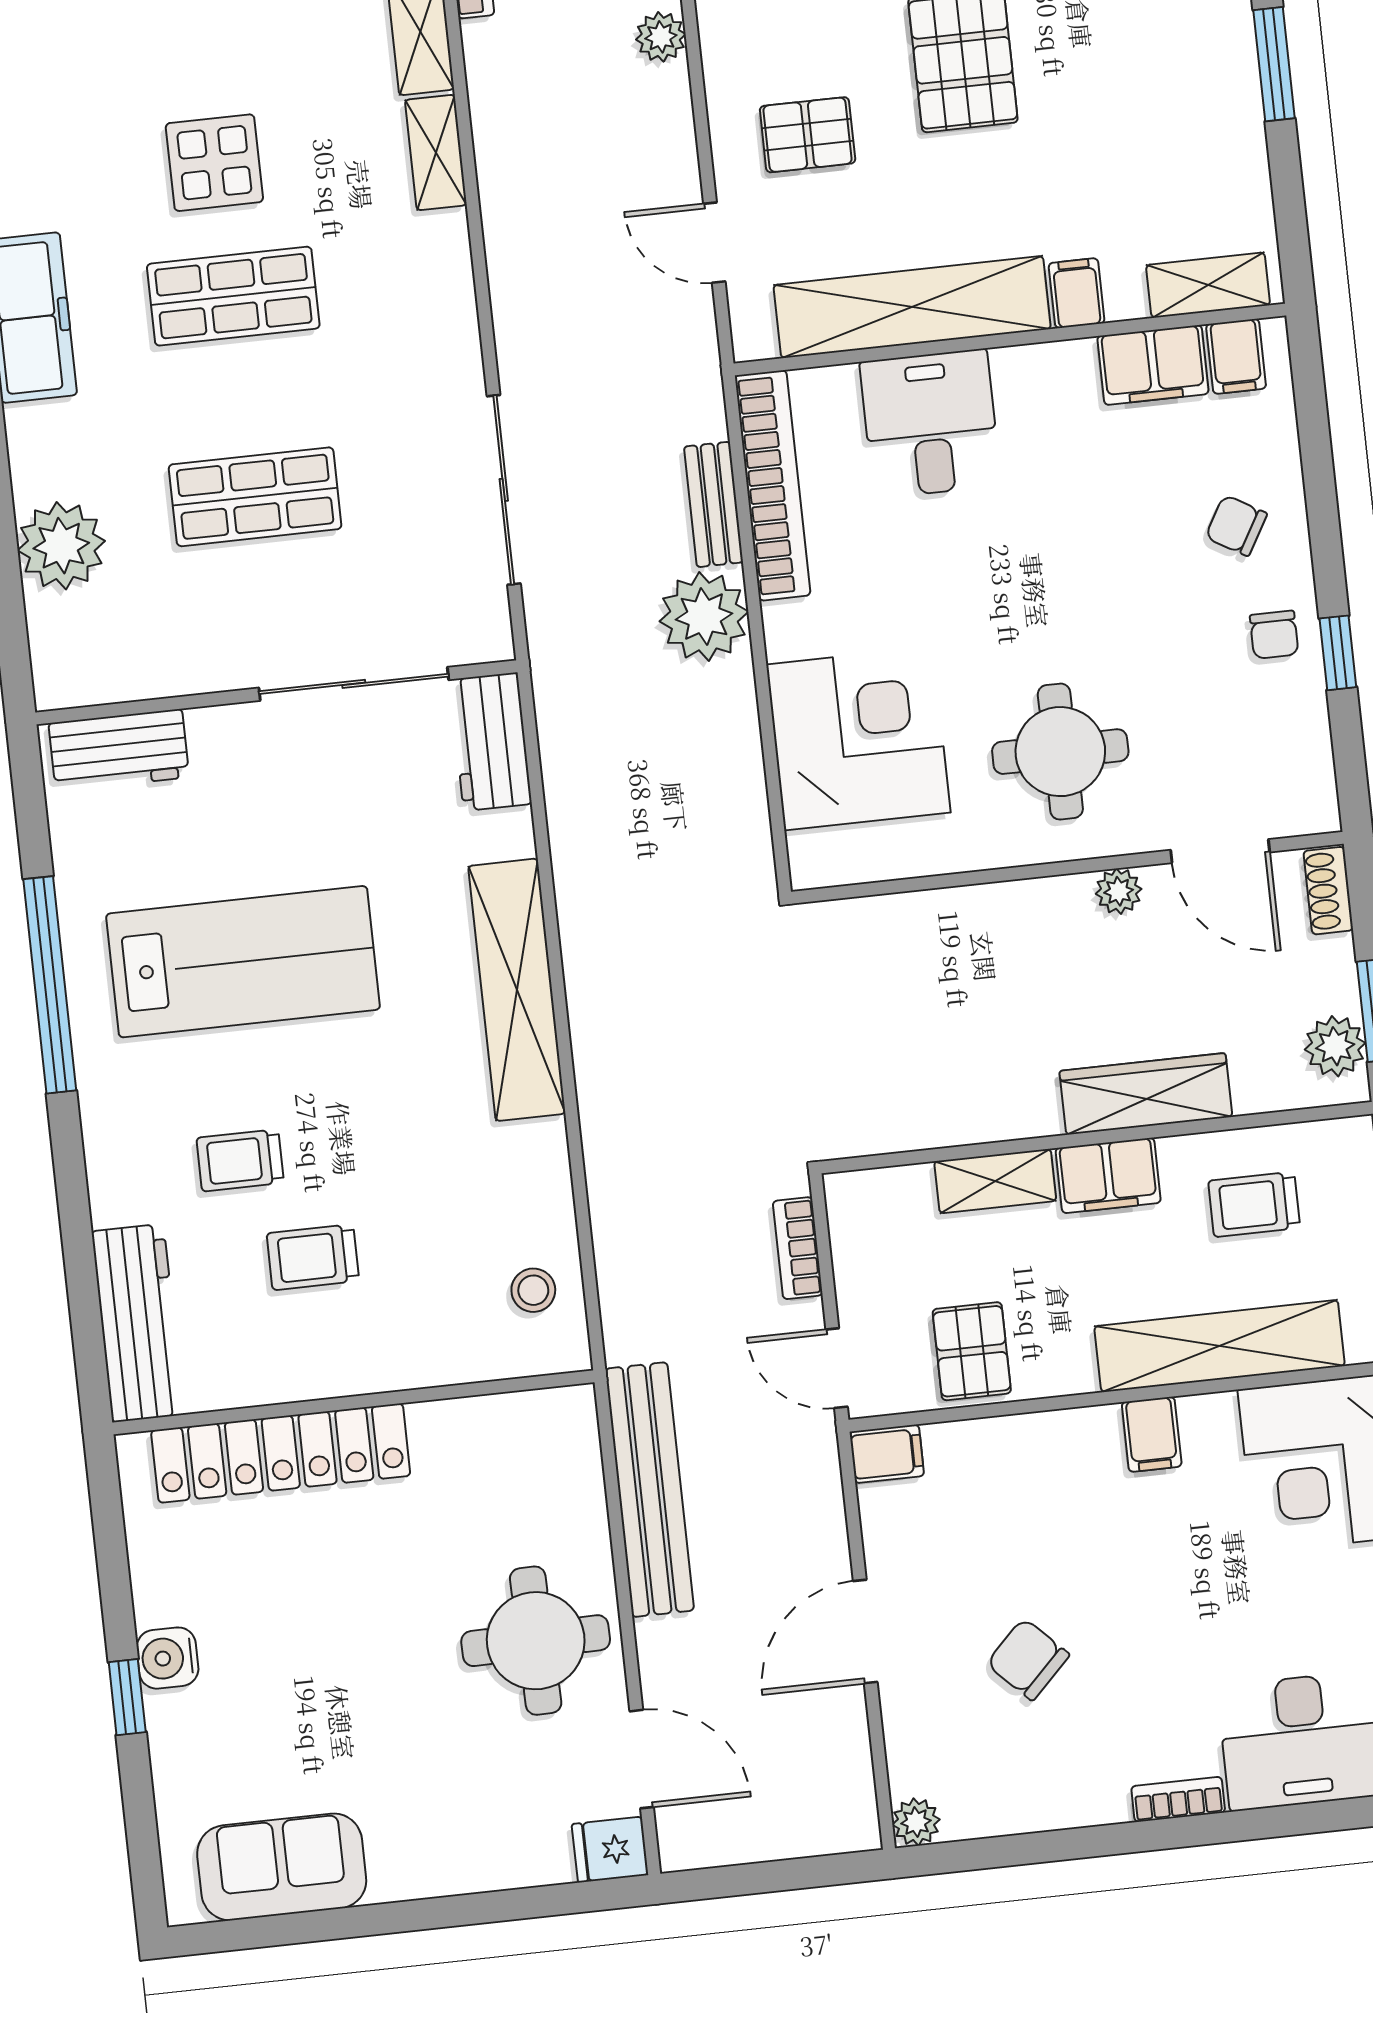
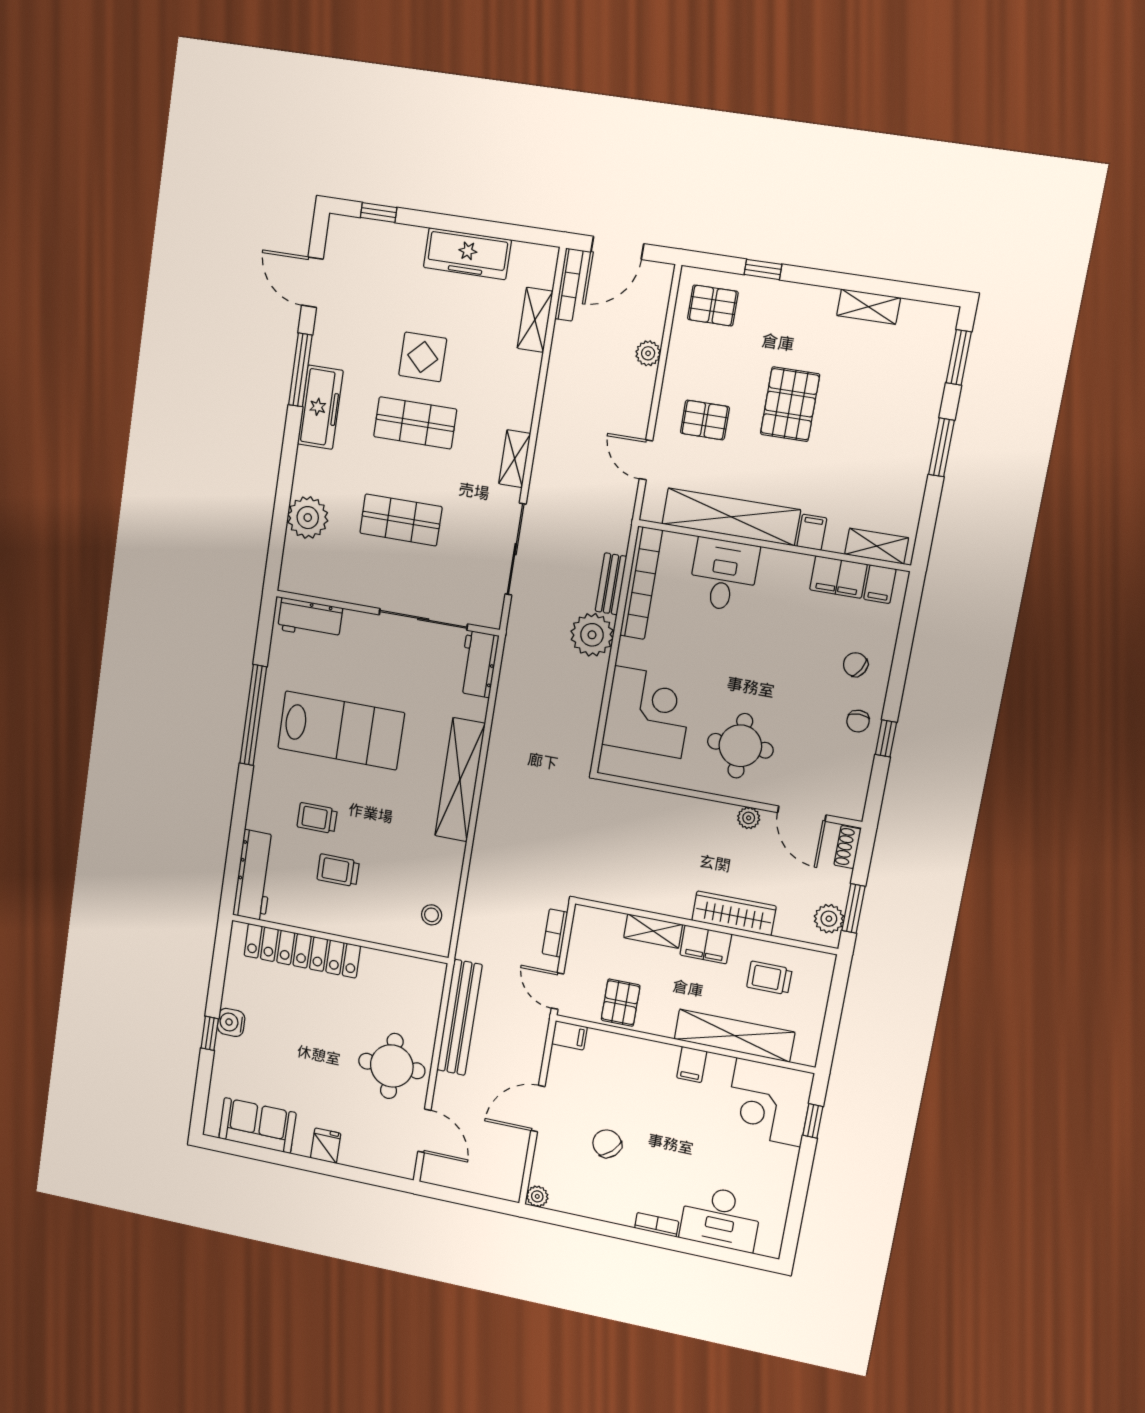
shelving: (436, 153) -> (515, 459), moved
fridge: (610, 1850) -> (326, 1146), moved, turned 90

